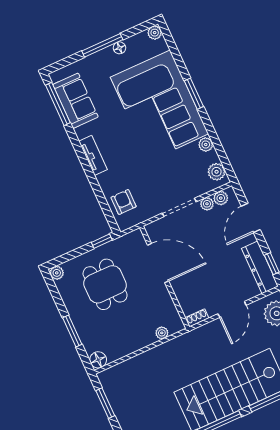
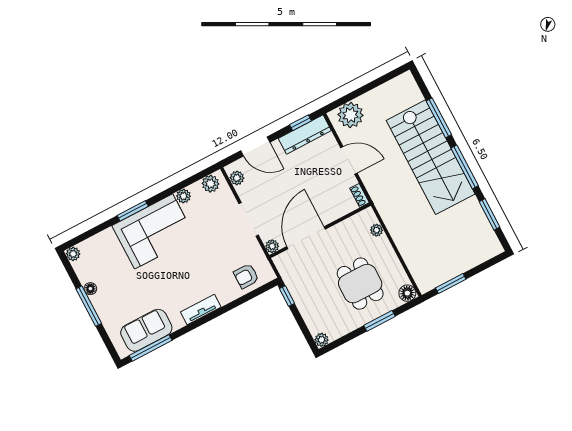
corner sofa: (159, 106) -> (154, 231), width x0.73, depth x0.74
plant: (207, 204) -> (272, 246), moved
dining table: (105, 284) -> (360, 284), moved, turned 90

